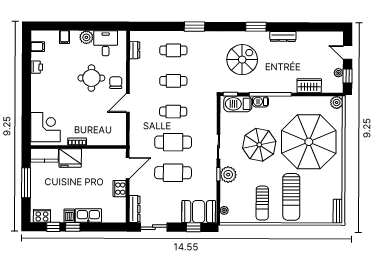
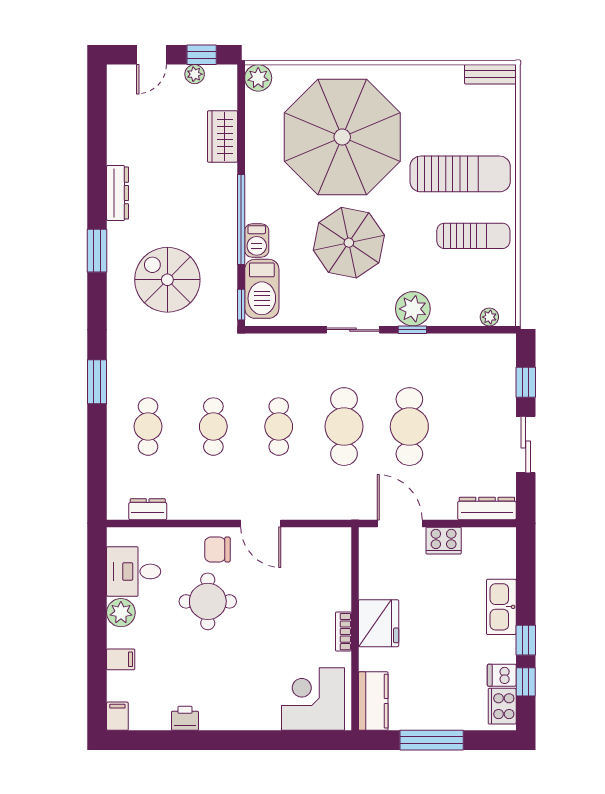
filing cabinet: (38, 47) -> (117, 716), moved
fridge: (70, 158) -> (379, 623), moved
booth: (199, 212) -> (492, 372), removed
dishwasher: (69, 216) -> (502, 675), moved
sliding door: (154, 227) -> (526, 445), moved

